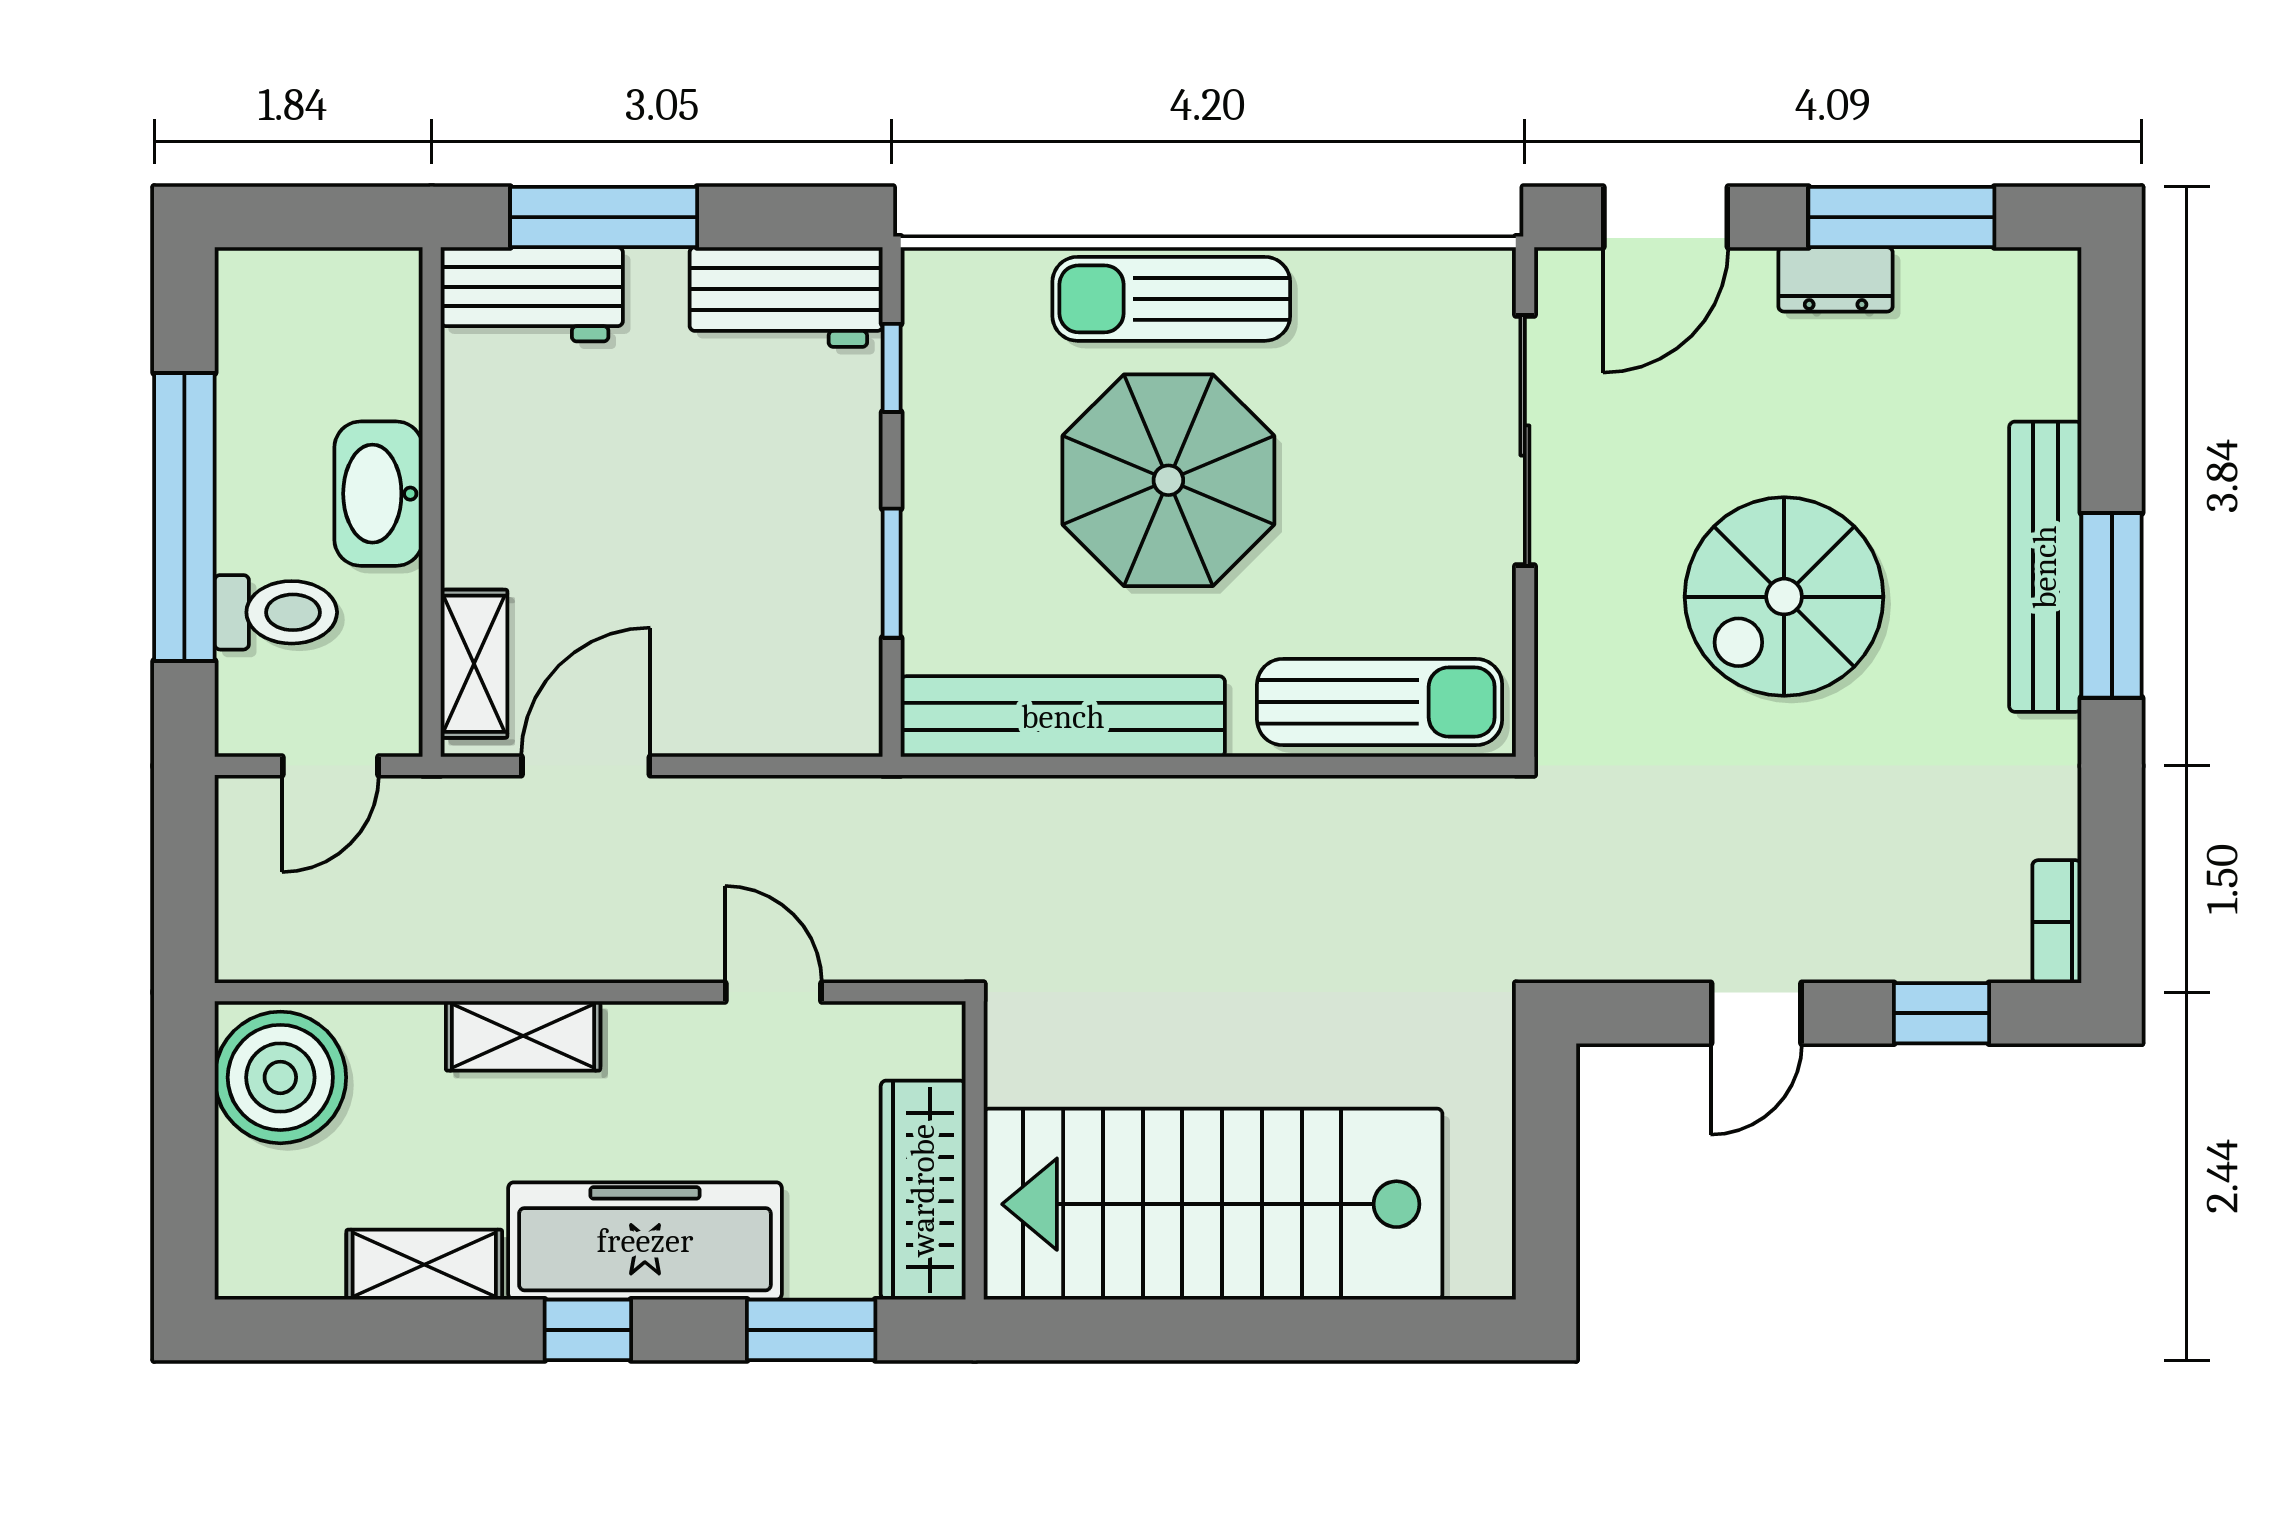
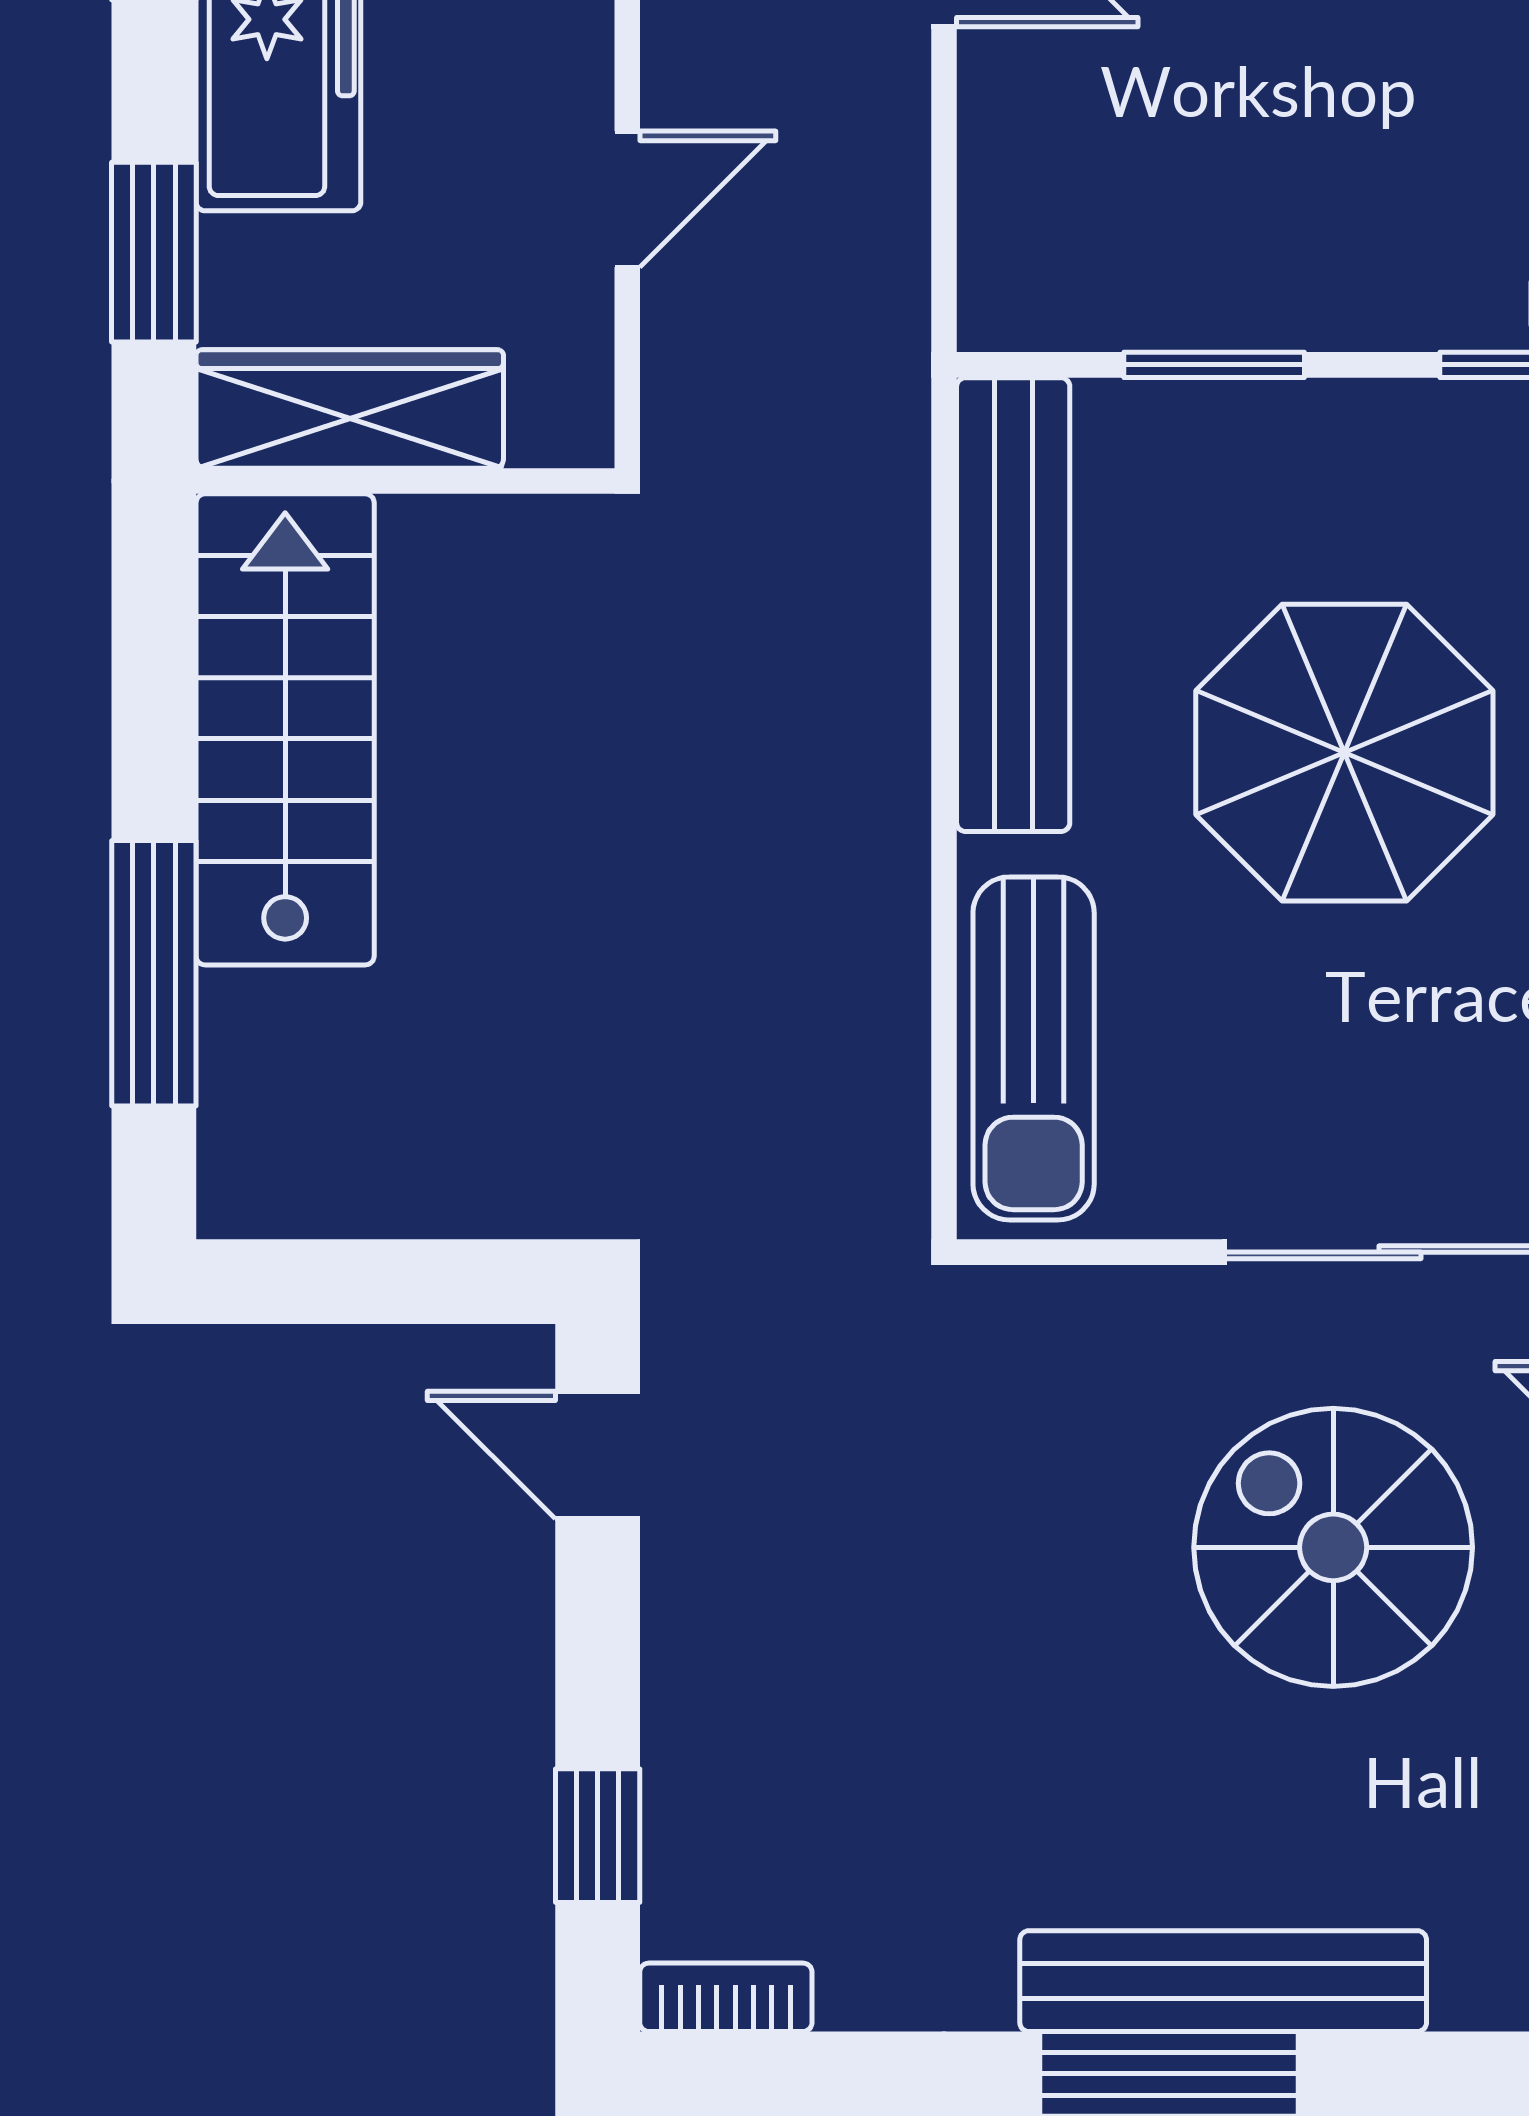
spiral stairs: (1784, 597) -> (1333, 1547), moved
door: (1756, 1013) -> (598, 1455), moved
stairs: (1213, 1204) -> (285, 729), width x0.73, depth x0.66
window: (1326, 1330) -> (154, 973), added

